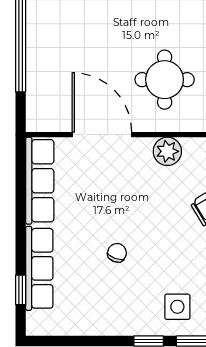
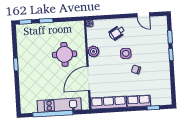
kitchen unit: (41, 59) -> (59, 105), added
row of seats: (39, 268) -> (139, 101), width x0.68
side table: (177, 307) -> (126, 53), moved

